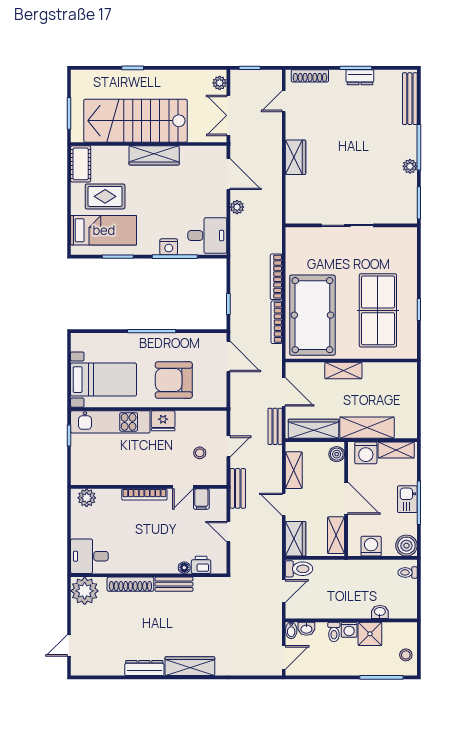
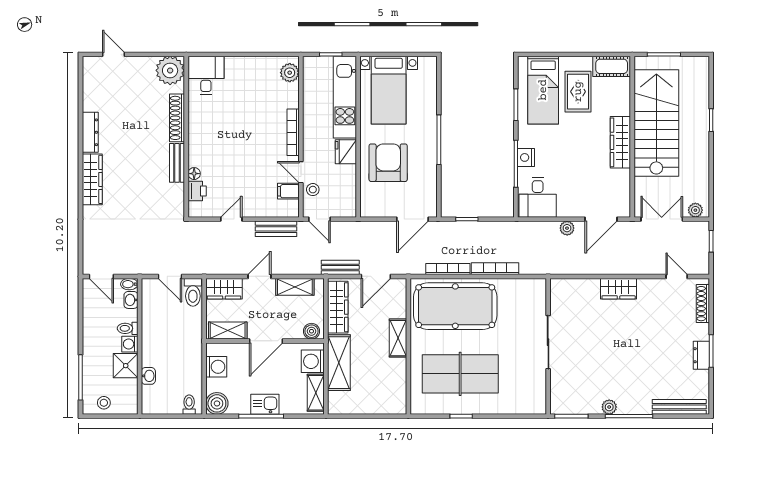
wall: (149, 487) -> (301, 137), moved
door: (183, 487) -> (301, 172), moved
bookcase: (144, 494) -> (293, 132), moved
plant: (87, 498) -> (290, 73), moved
filing cabinet: (201, 499) -> (288, 191), moved

